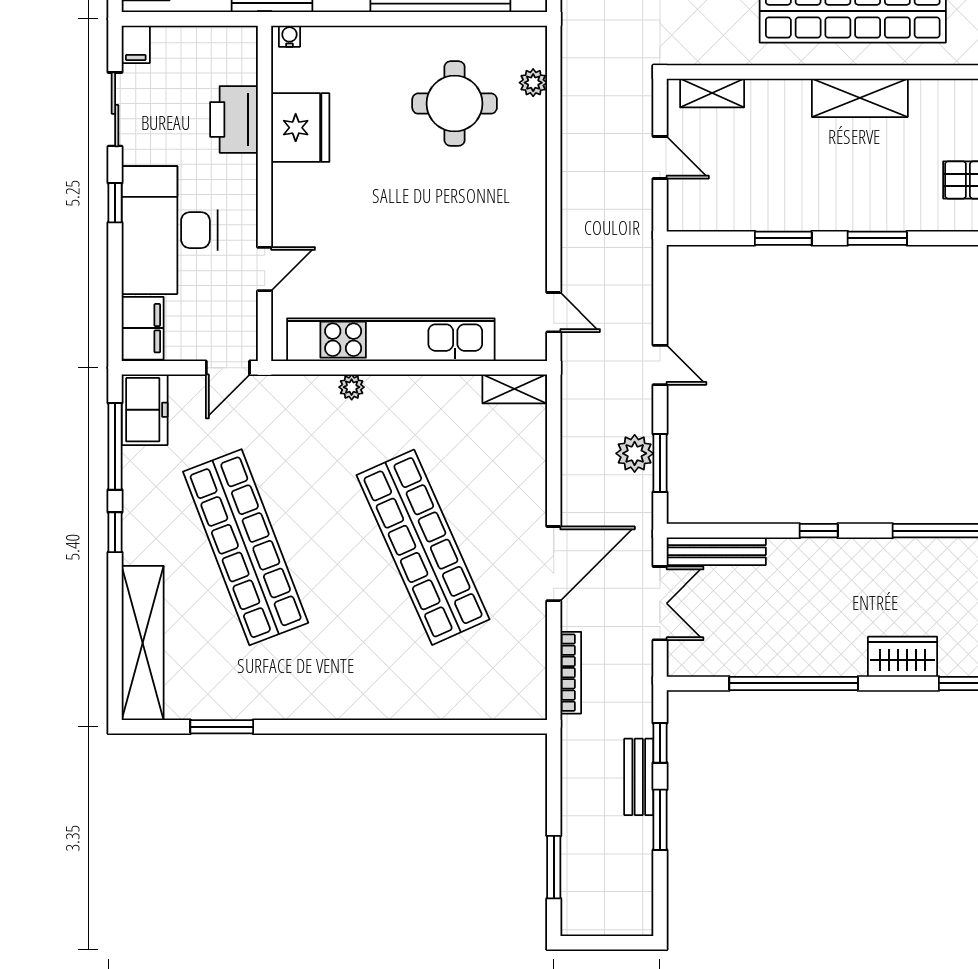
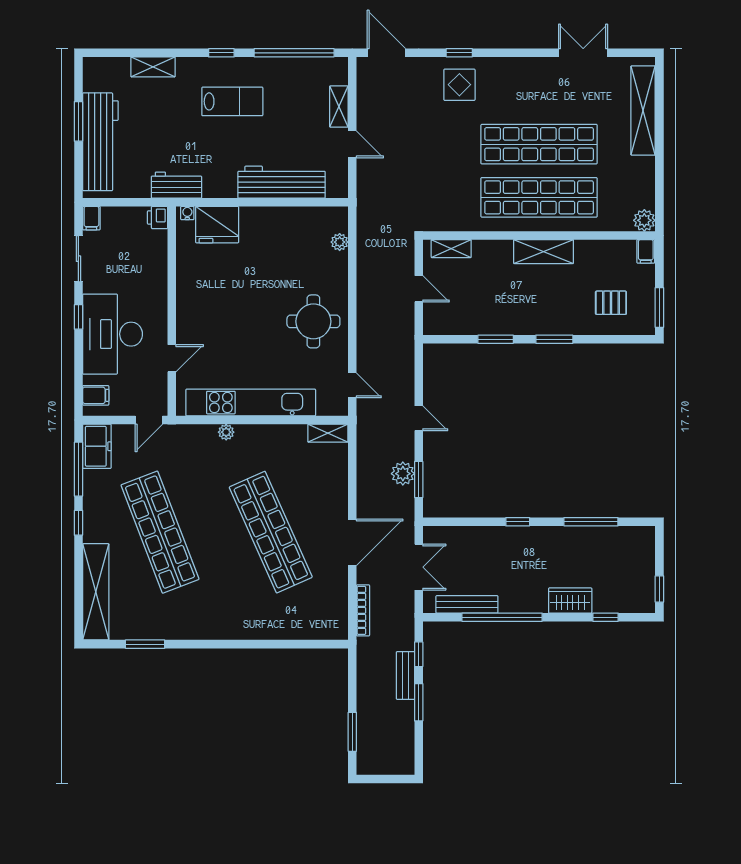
round table: (455, 104) -> (313, 321), moved
printer: (234, 119) -> (158, 217), moved, width x0.53, depth x0.68
fridge: (300, 128) -> (217, 225), moved, turned 90
filing cabinet: (143, 328) -> (96, 395), width x0.50
bench: (716, 551) -> (467, 604), moved

